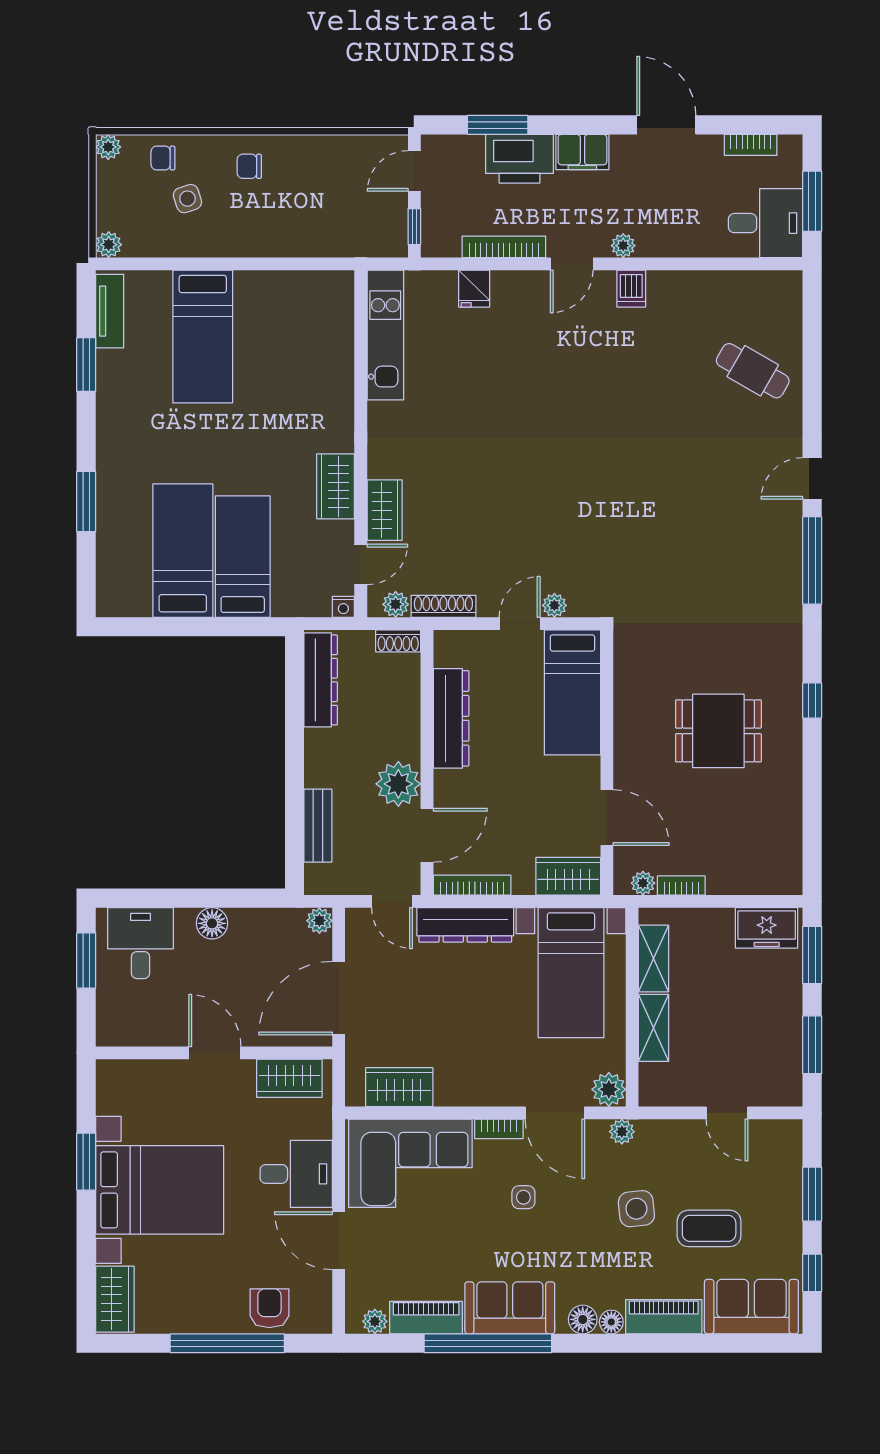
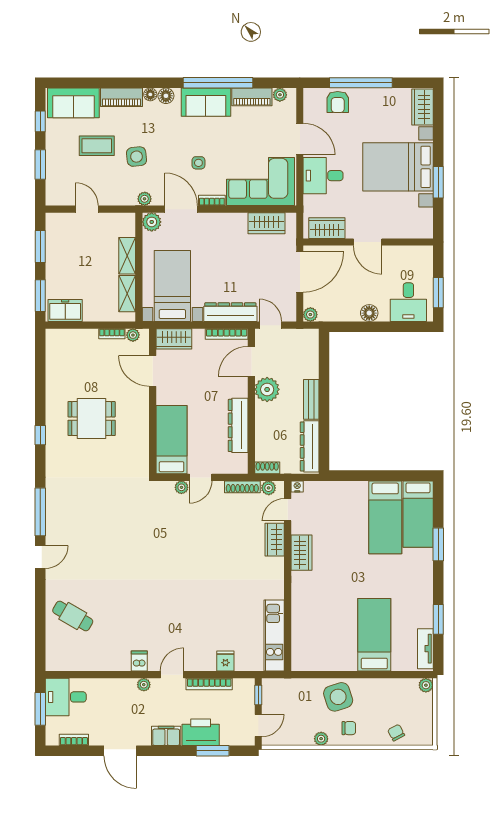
plant: (108, 147) -> (321, 739), moved
chair: (163, 158) -> (396, 733), turned -118
side table: (187, 199) -> (338, 697), moved, width x1.87, depth x1.87
bed: (243, 557) -> (418, 514), moved
bench: (318, 826) -> (311, 399), moved

